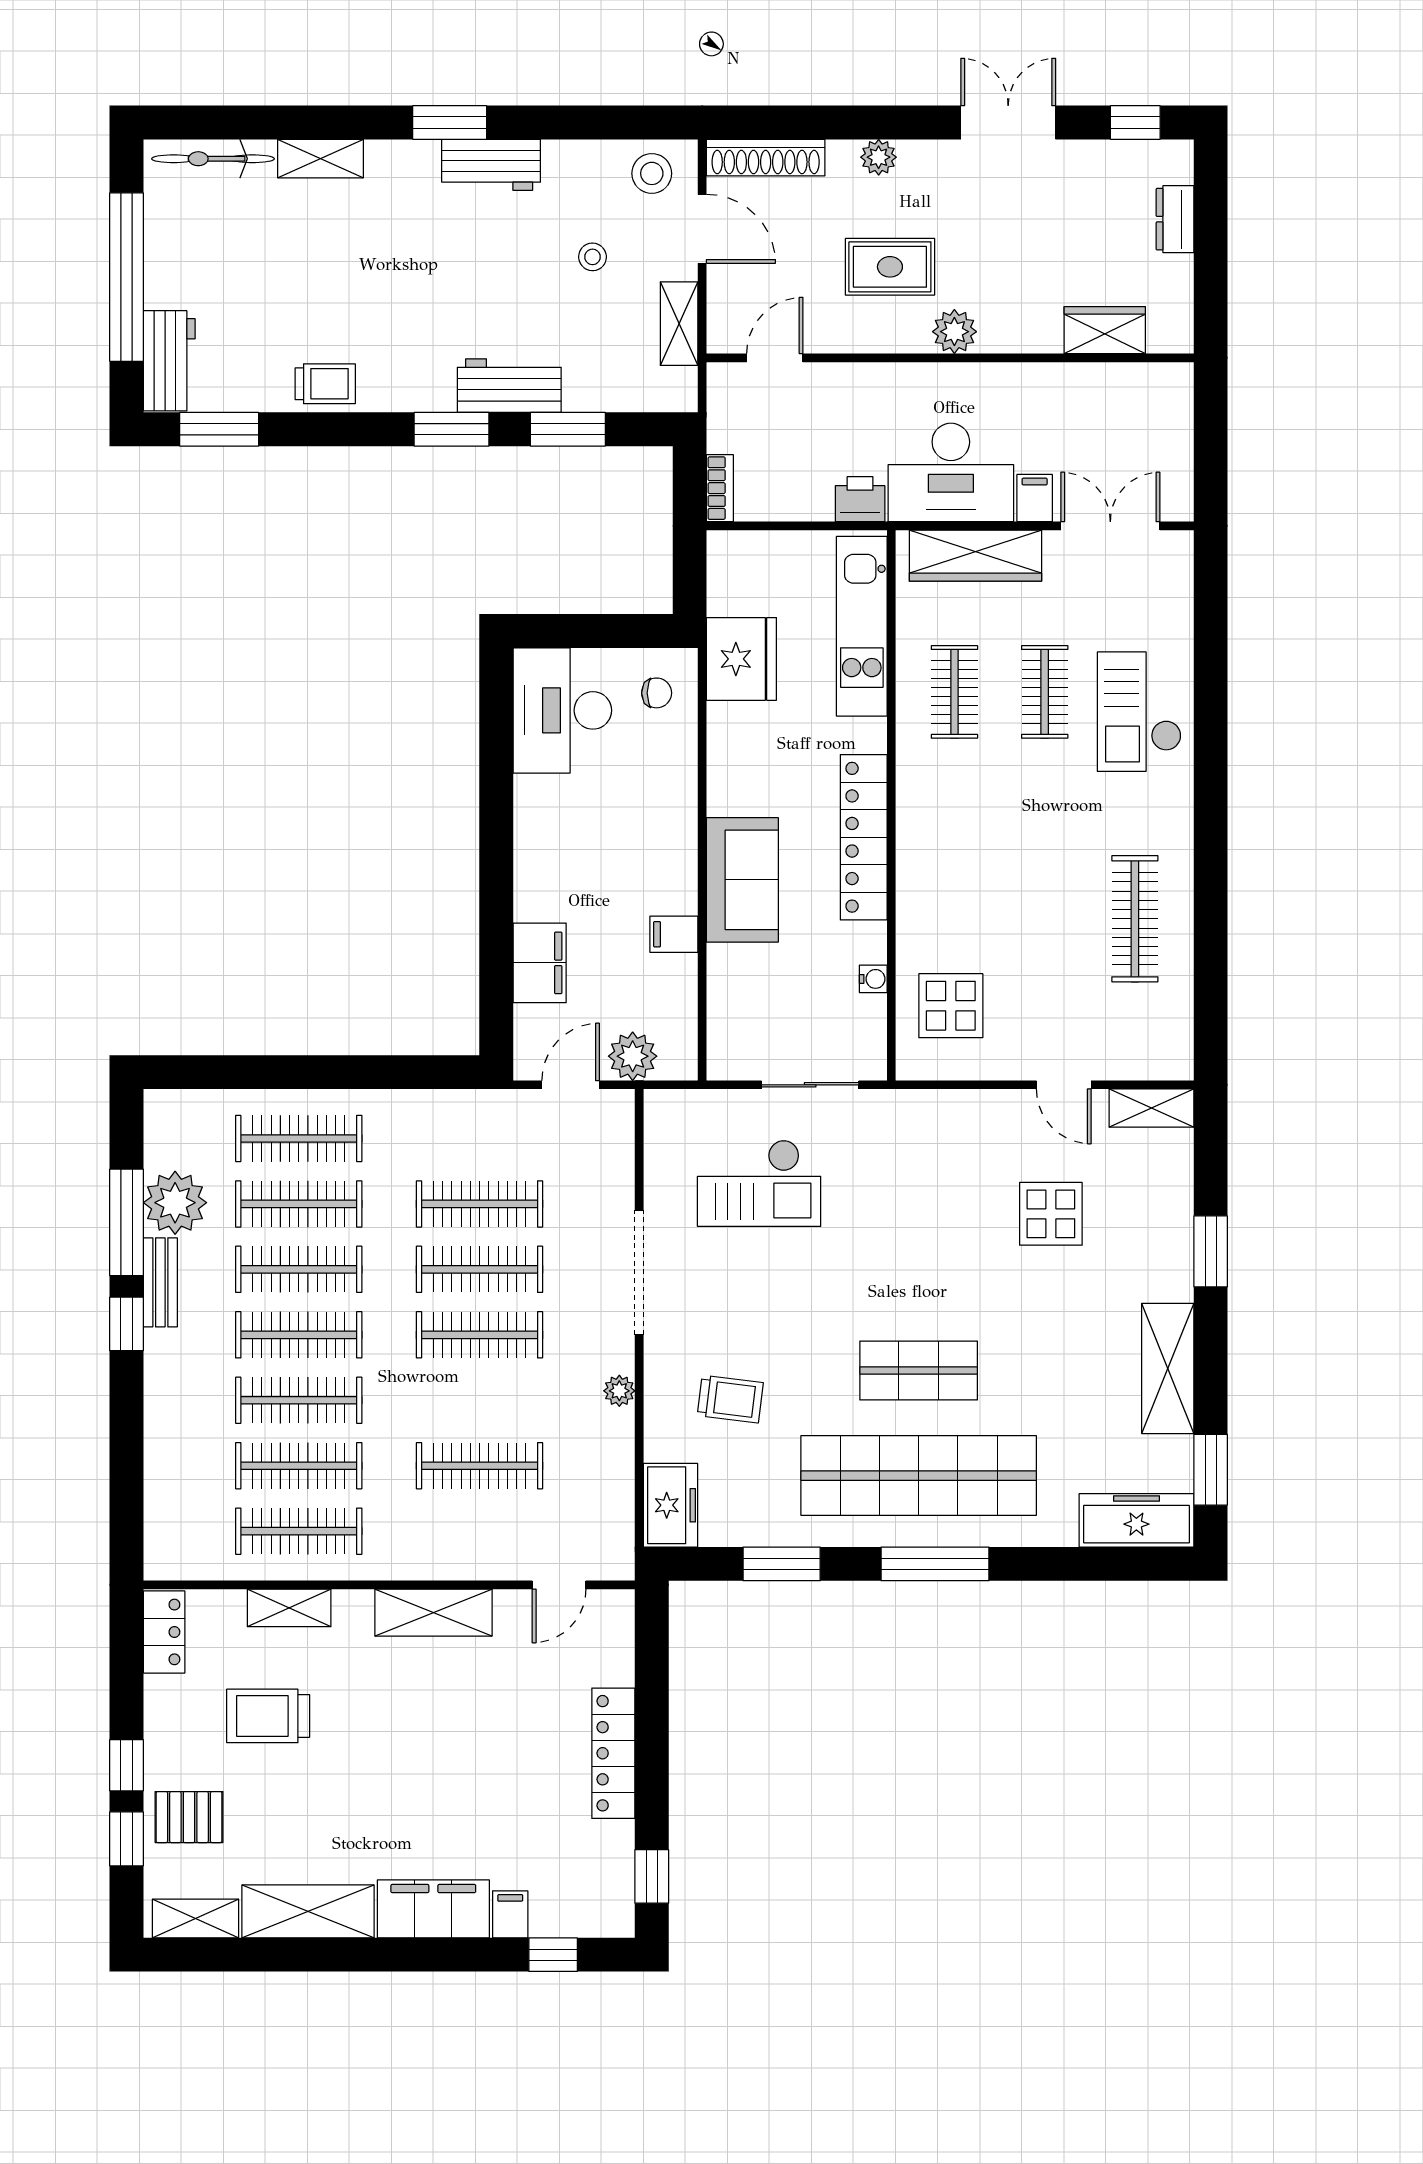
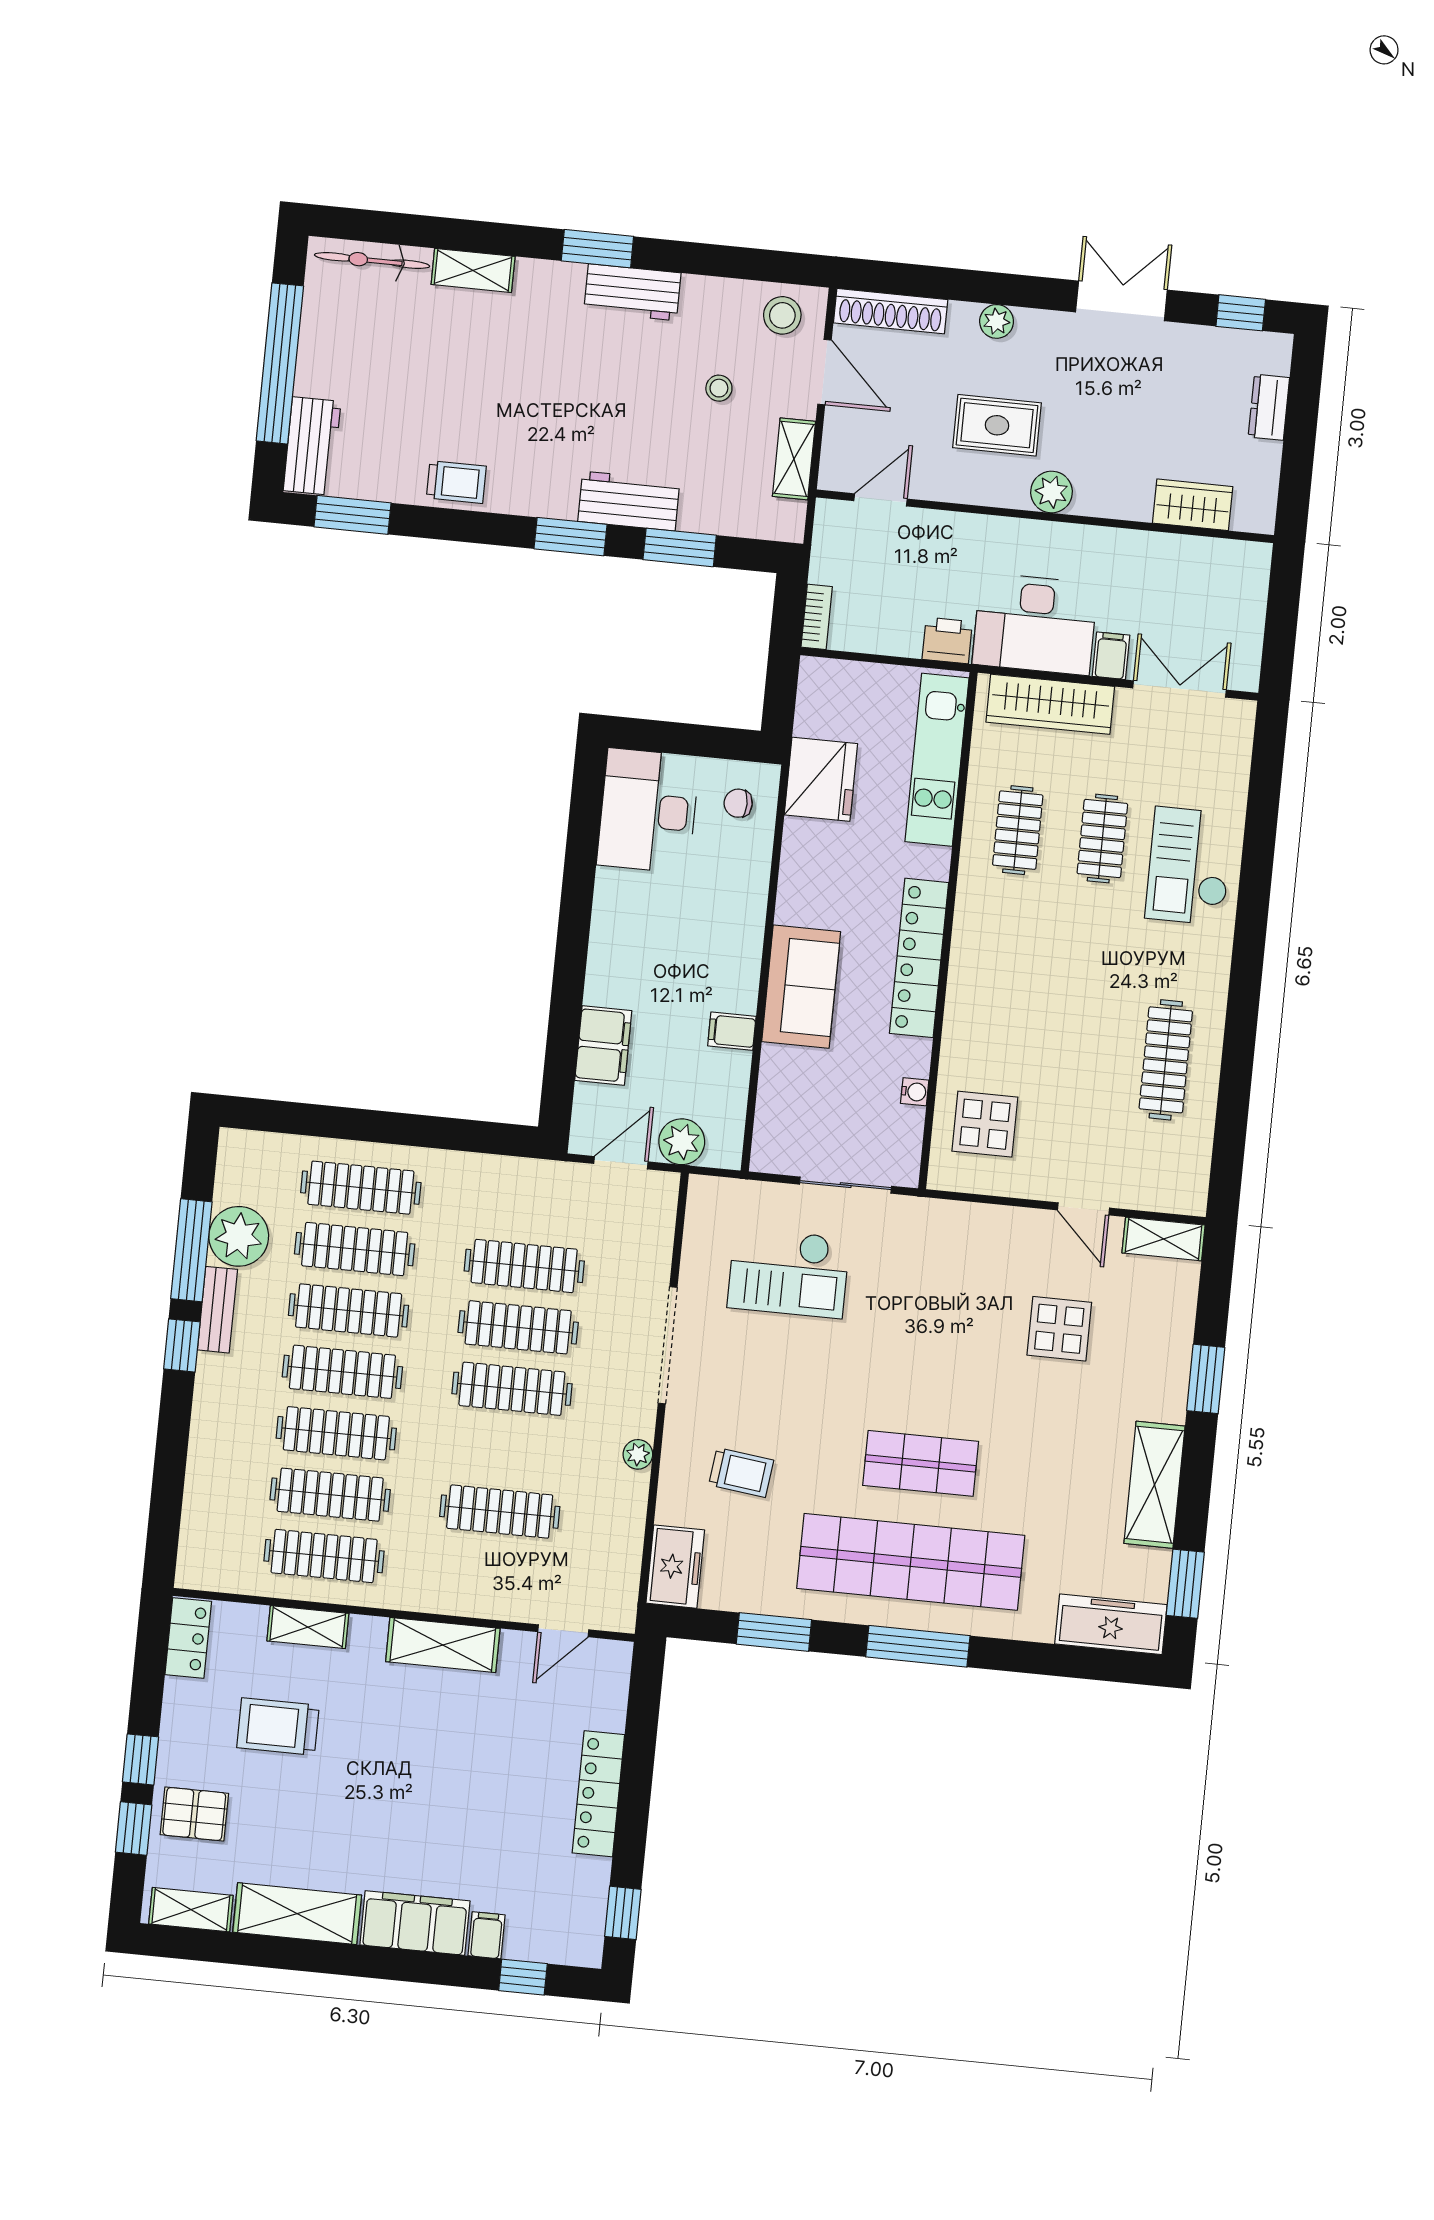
chair: (657, 693) -> (738, 803), turned 180

